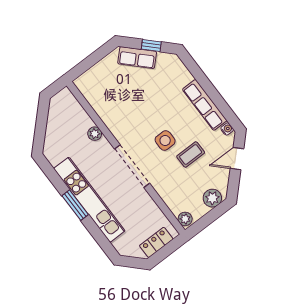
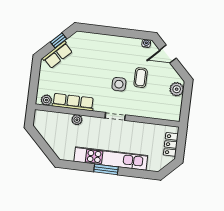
row of seats: (205, 105) -> (73, 102), moved, turned 180
door: (237, 159) -> (168, 54), hinge flipped
doorway: (132, 166) -> (115, 116), width x0.53
plant: (185, 219) -> (46, 100), moved

